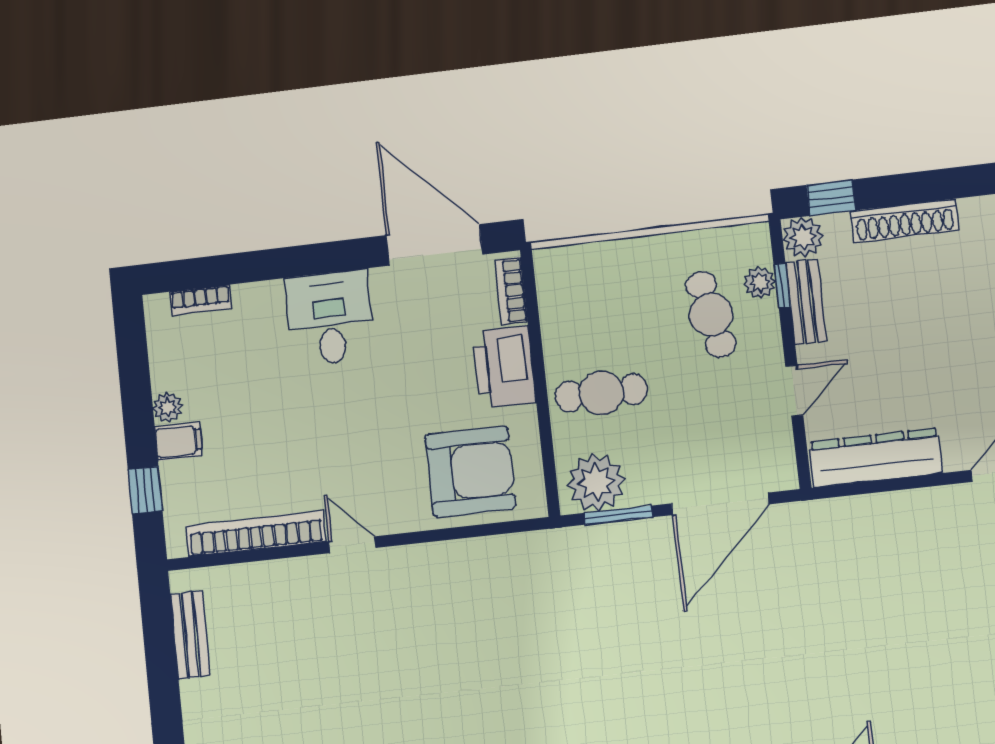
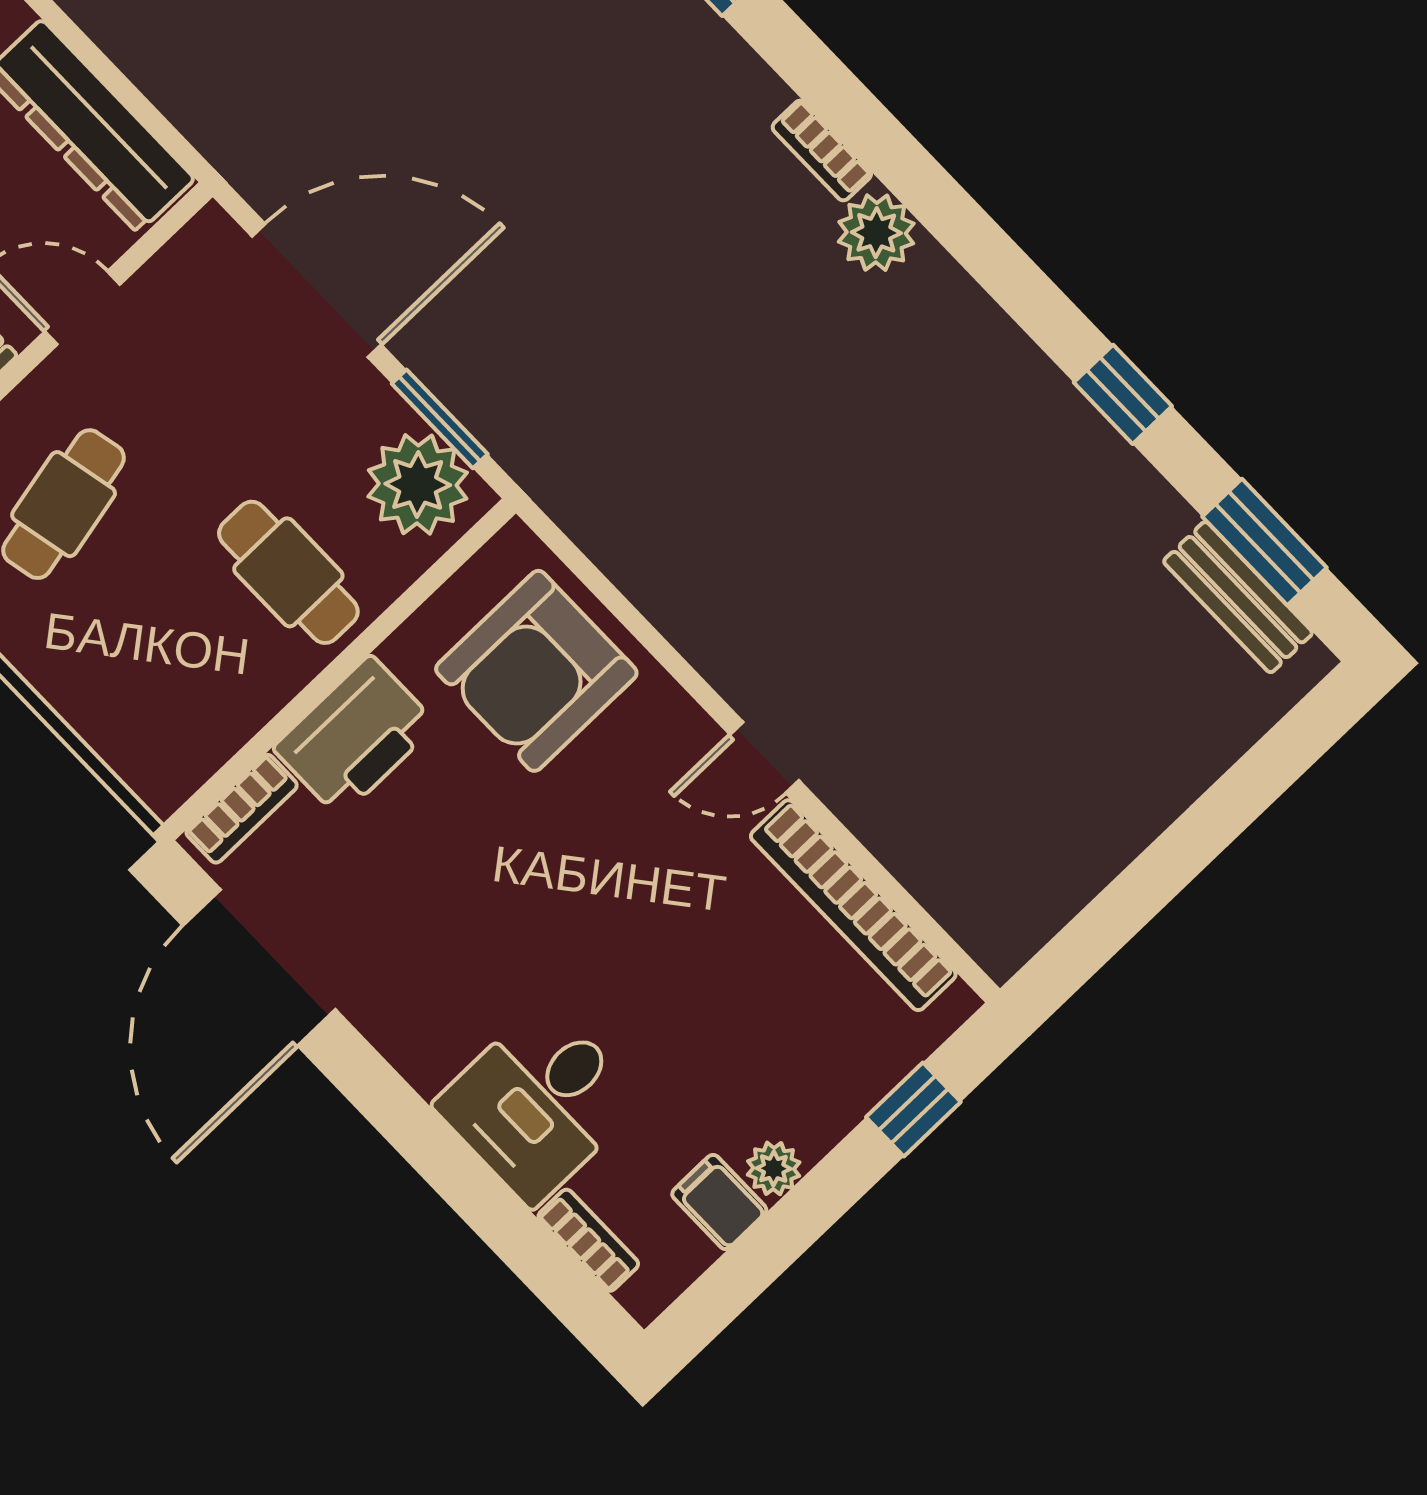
desk: (330, 318) -> (538, 1103), moved
filing cabinet: (179, 441) -> (719, 1202), moved
armchair: (471, 471) -> (536, 671), turned -90
door: (352, 545) -> (764, 758), hinge flipped
bench: (190, 635) -> (1064, 888), removed

